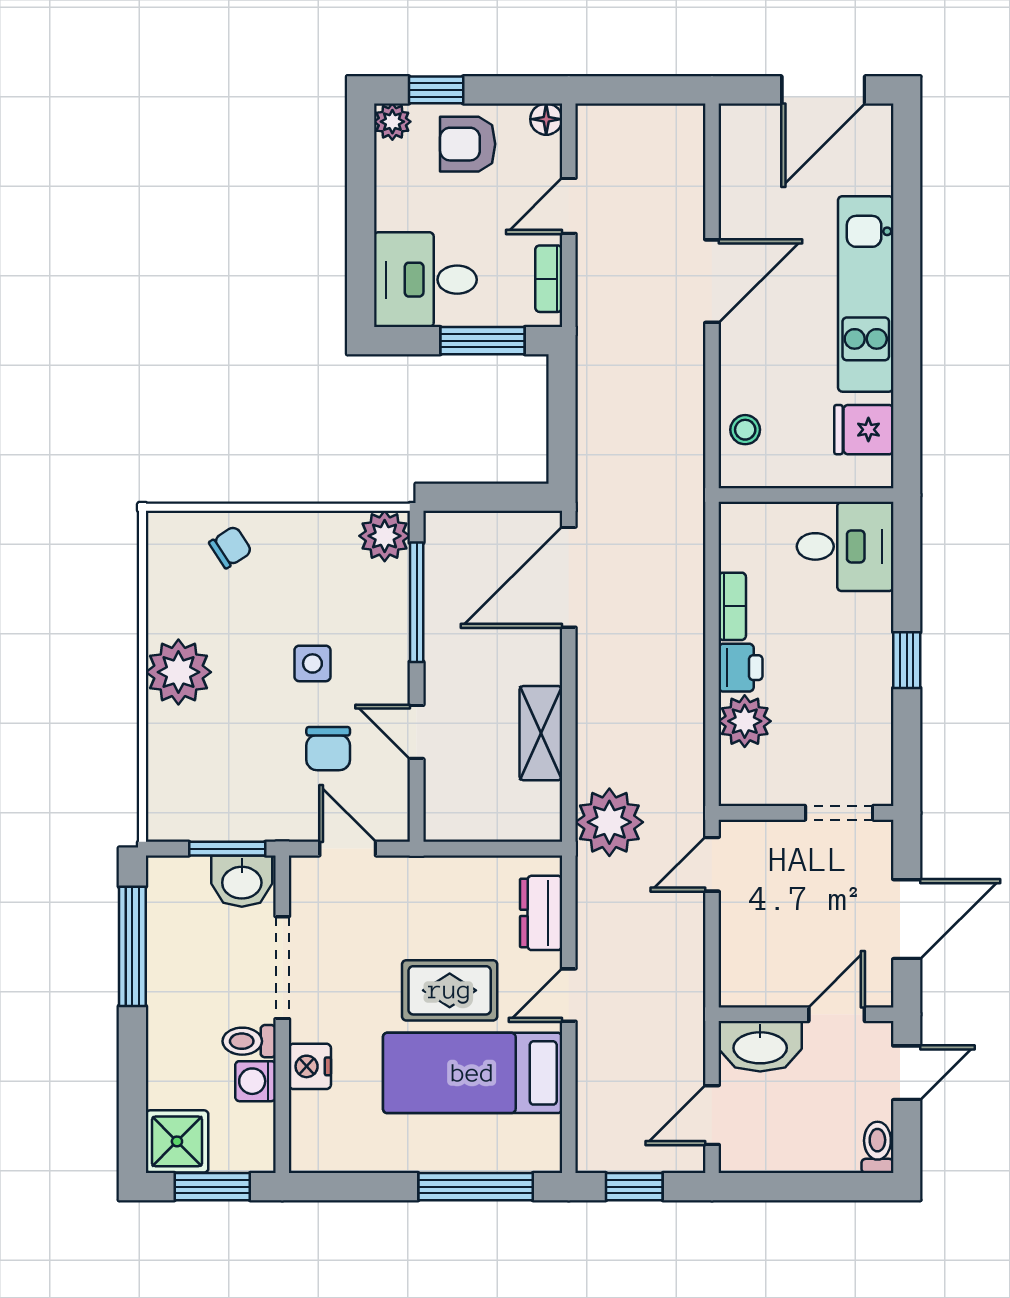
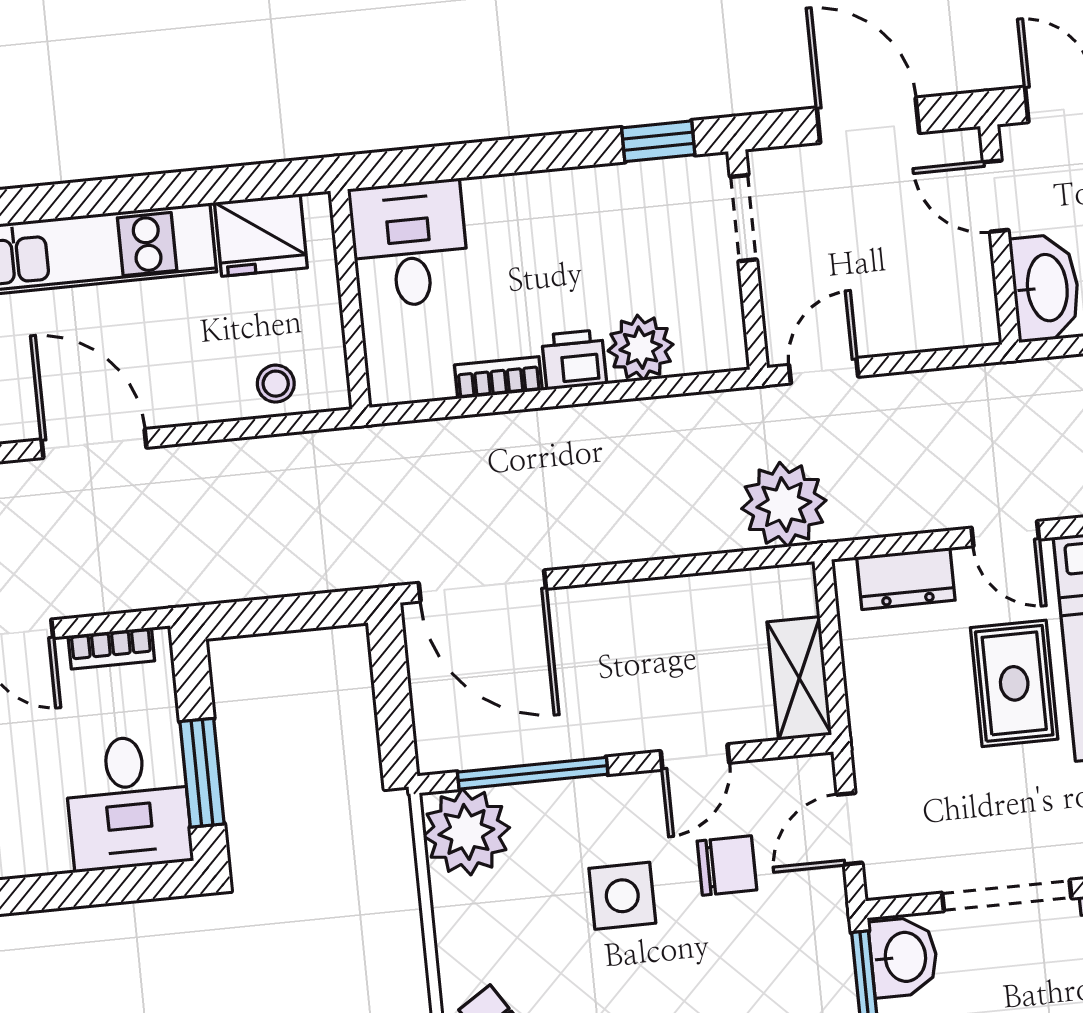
window: (483, 341) -> (202, 773), moved
fridge: (864, 430) -> (261, 235), width x1.38
plant: (385, 536) -> (466, 832), width x1.36, depth x1.36
window: (907, 660) -> (658, 141), moved
side table: (312, 663) -> (622, 896), width x1.37, depth x1.37
shelving: (541, 733) -> (799, 678), moved, turned 90
door: (712, 864) -> (824, 371), swing flipped

